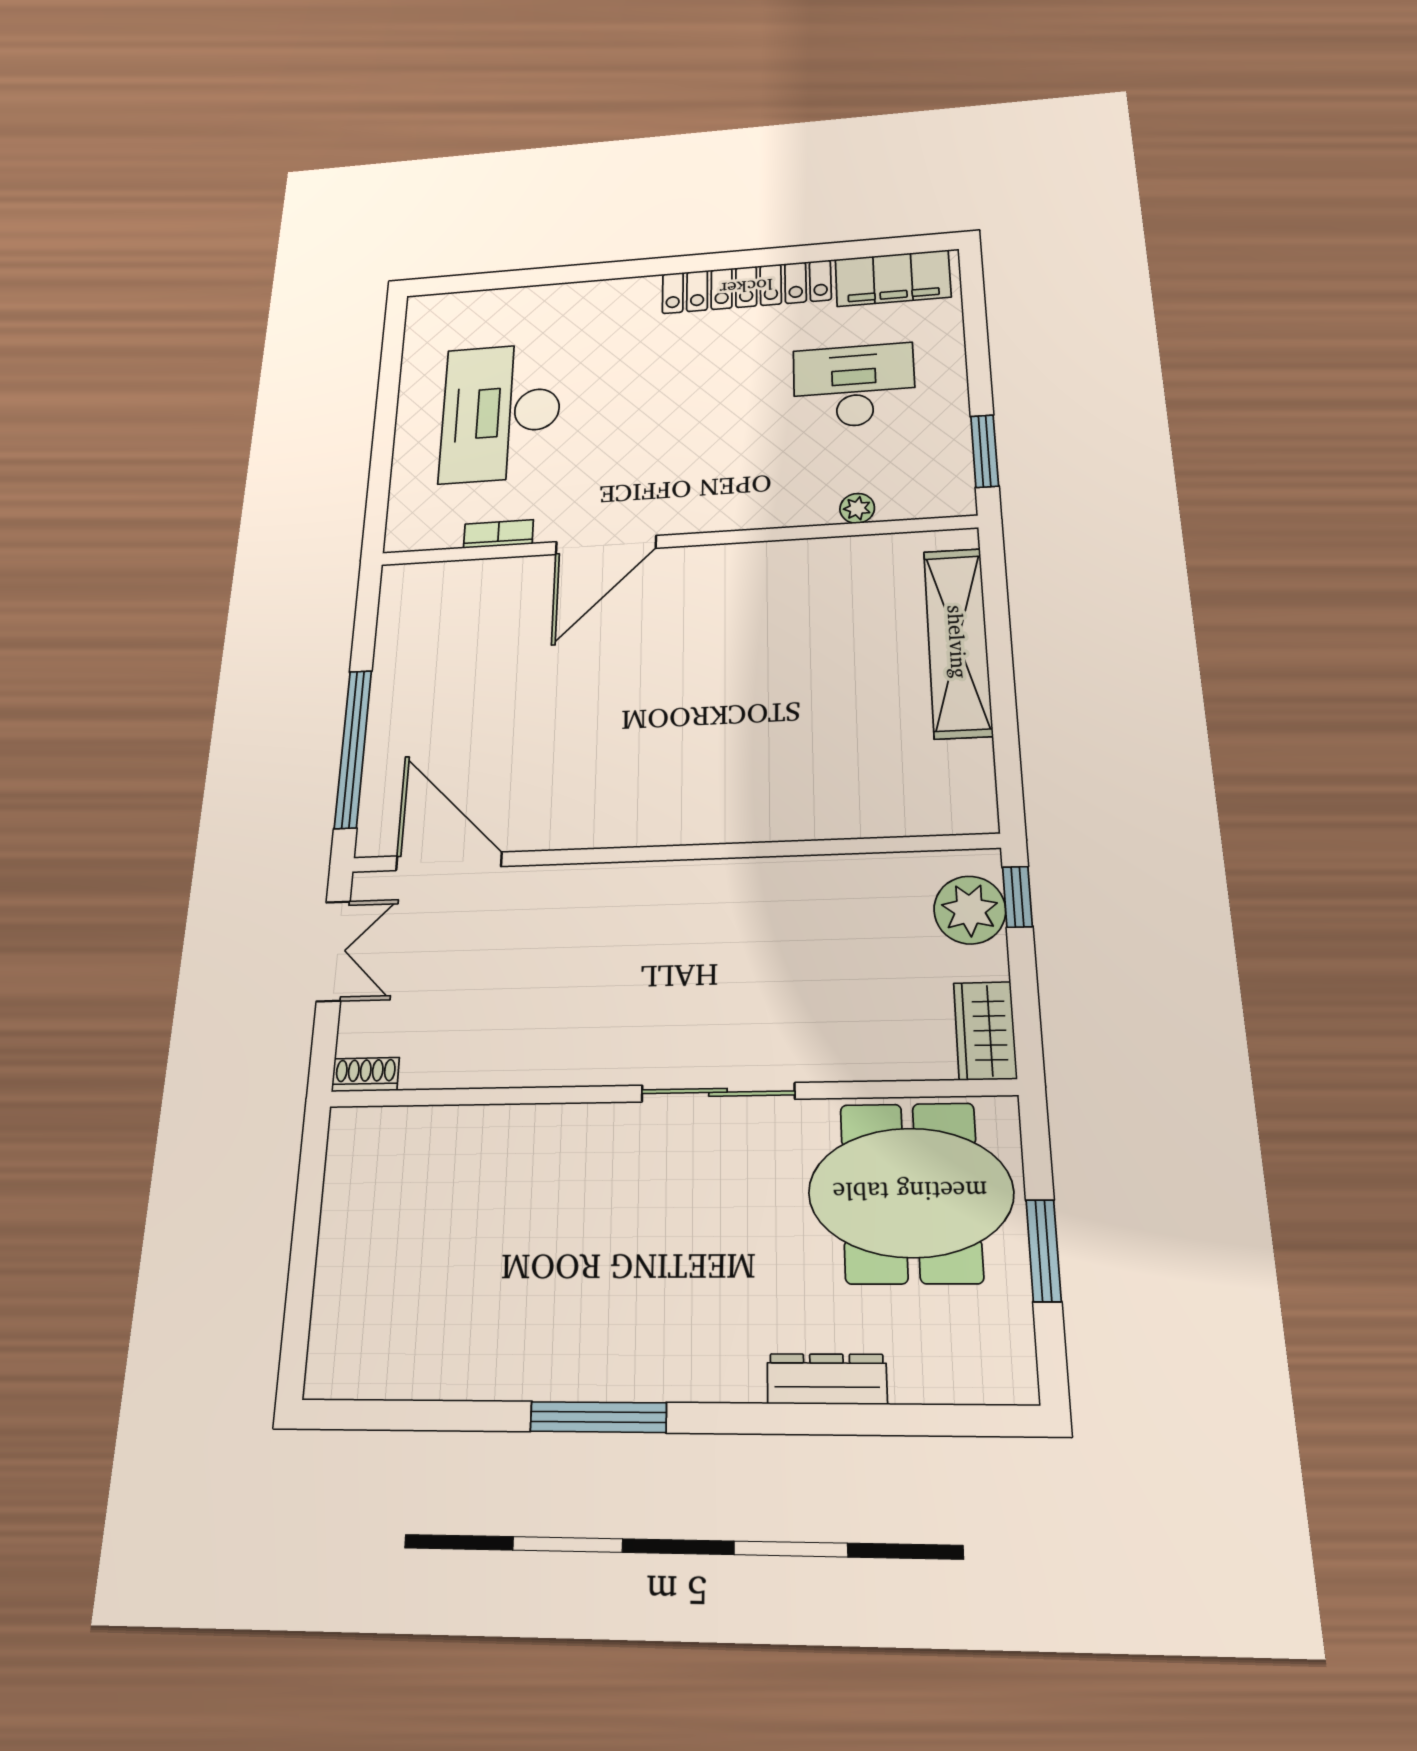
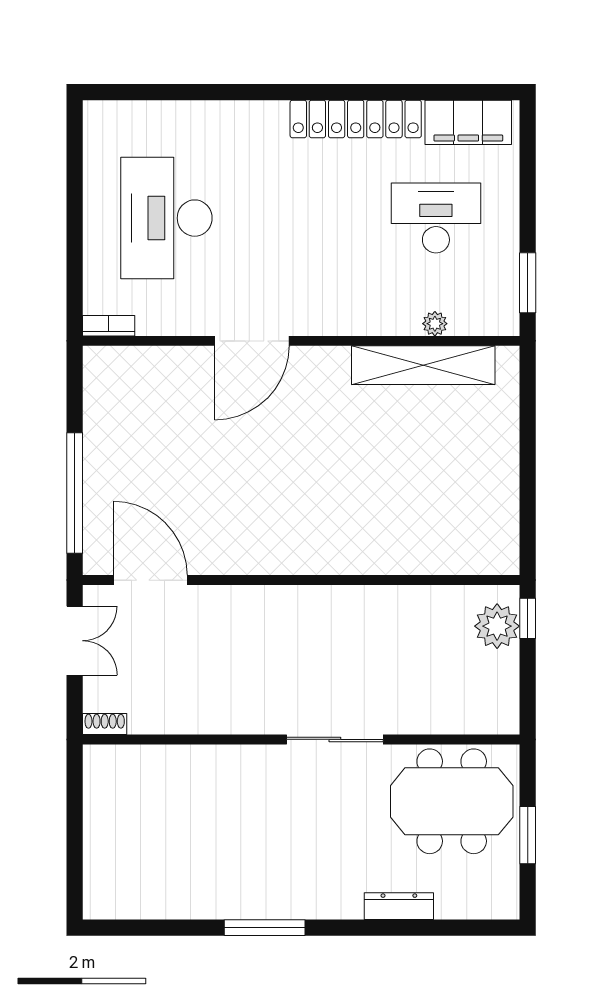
bookcase: (498, 534) -> (109, 326), moved
shelving: (958, 642) -> (423, 365), moved, turned 90
wardrobe: (985, 1031) -> (502, 704), removed

